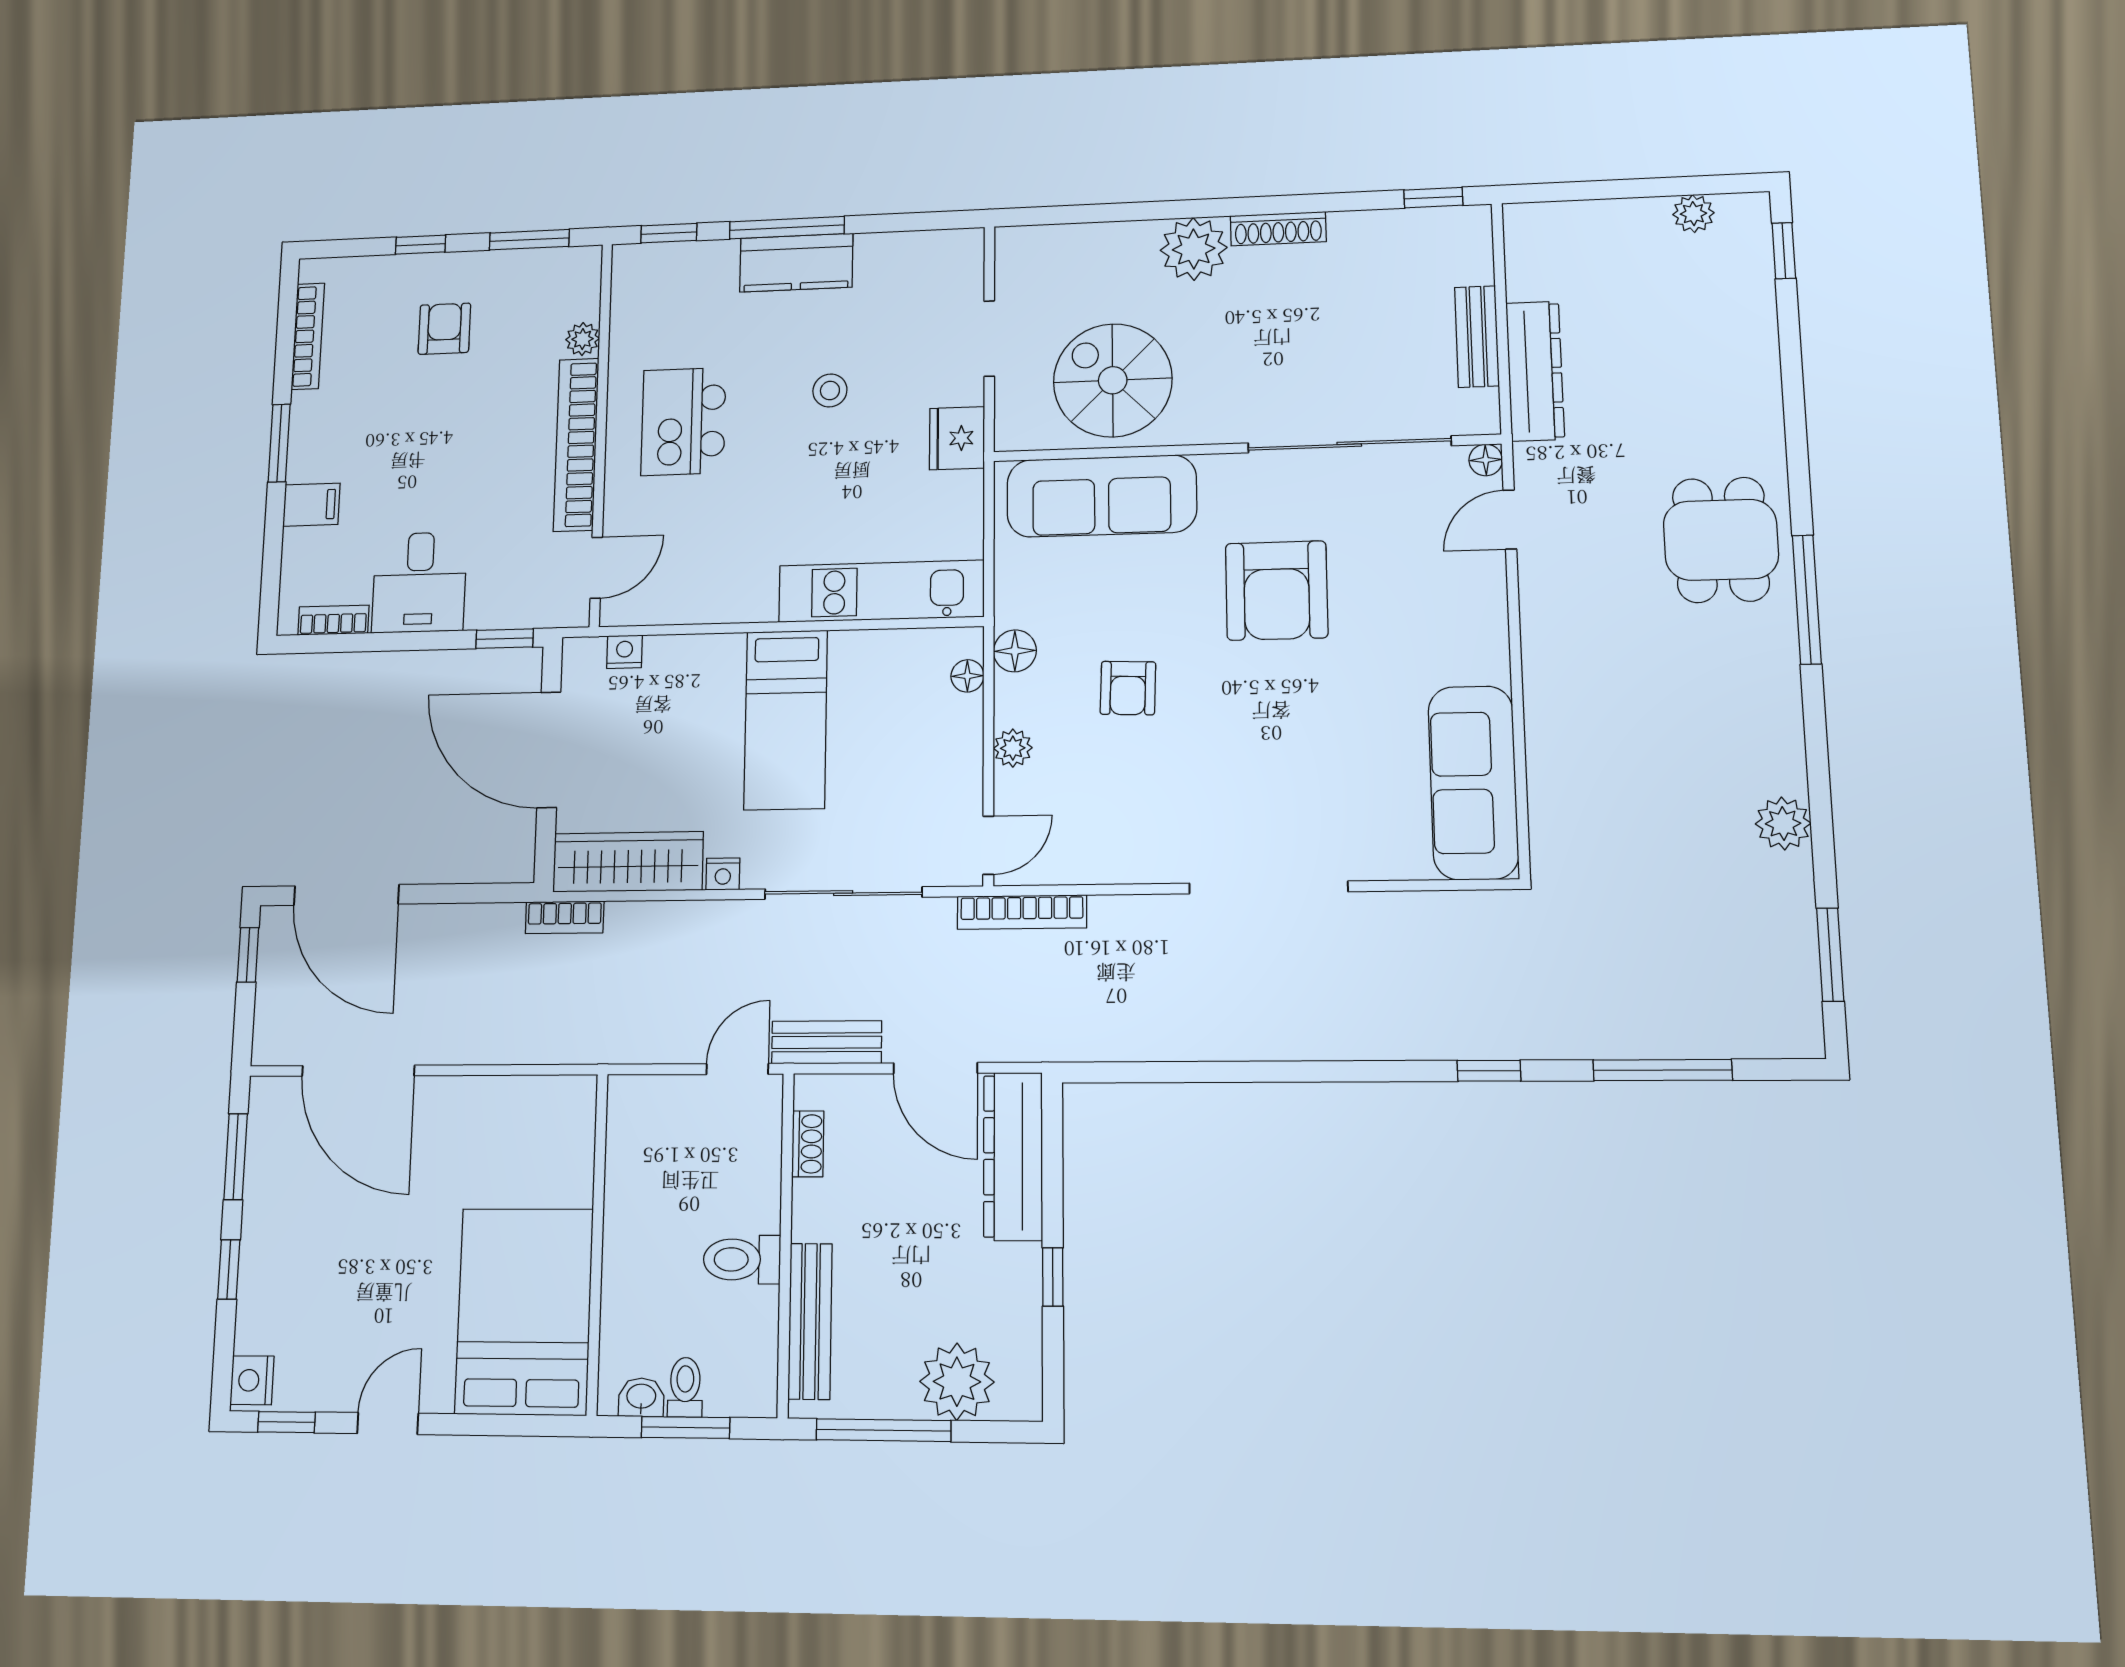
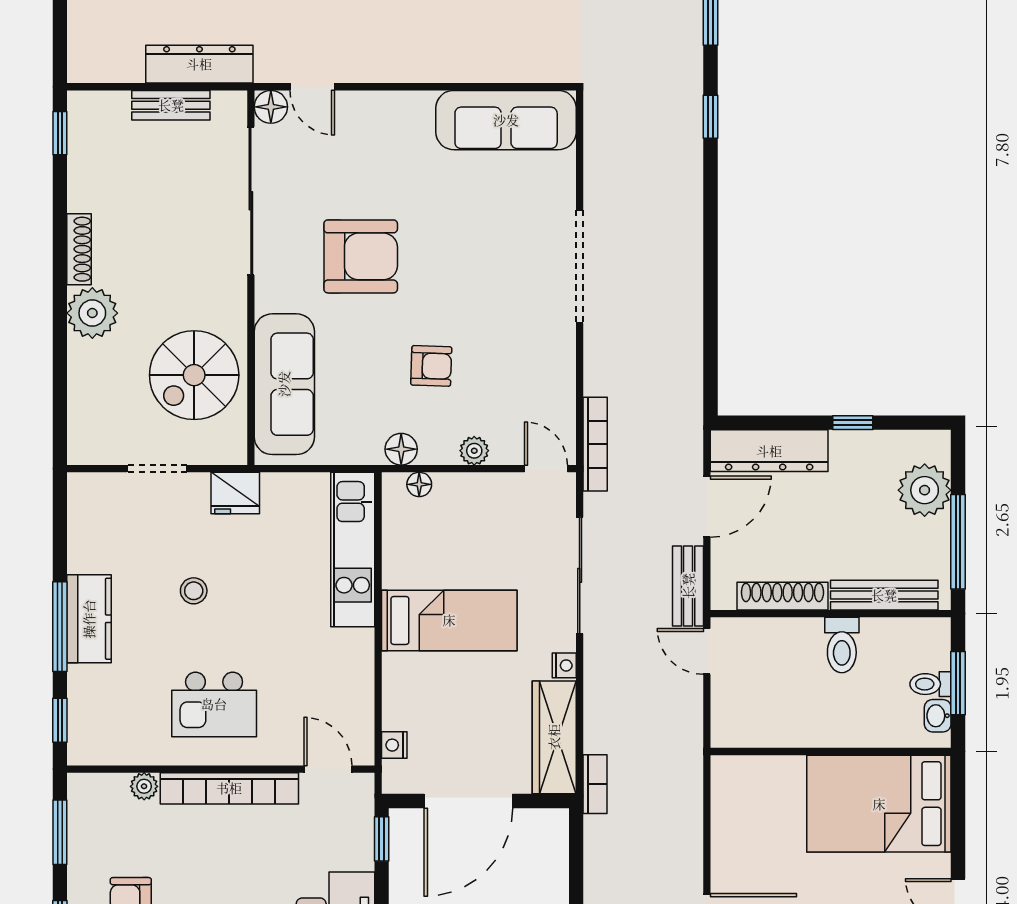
floor lamp: (1486, 460) -> (271, 107), width x1.37, depth x1.37
shoe rack: (808, 1144) -> (782, 596), width x1.94, depth x1.24

